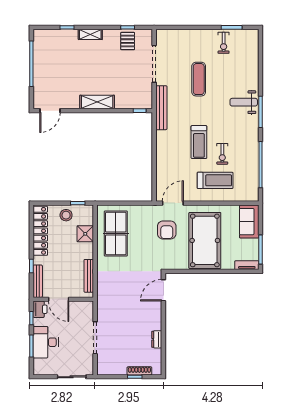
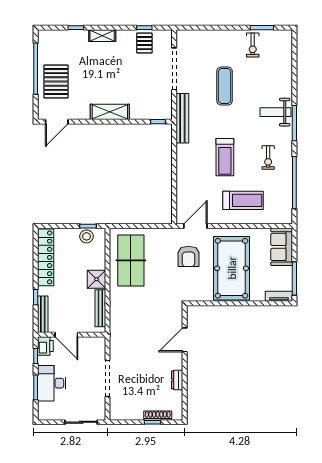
pallet: (49, 75) -> (56, 81), added
exercise bike: (222, 154) -> (268, 158), moved
stool: (66, 215) -> (86, 236), moved
shower: (85, 234) -> (96, 279), moved
door: (163, 290) -> (185, 340), moved

